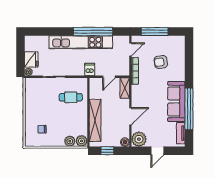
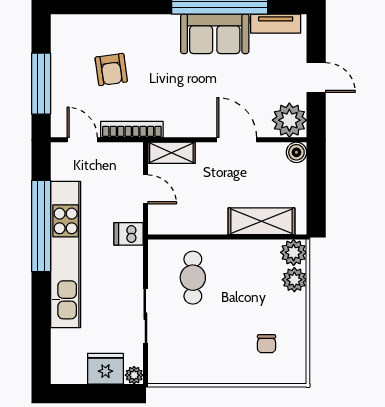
sofa: (176, 101) -> (215, 34), width x0.73
shelving: (95, 120) -> (261, 221), width x0.68
window: (107, 151) -> (316, 193), removed

